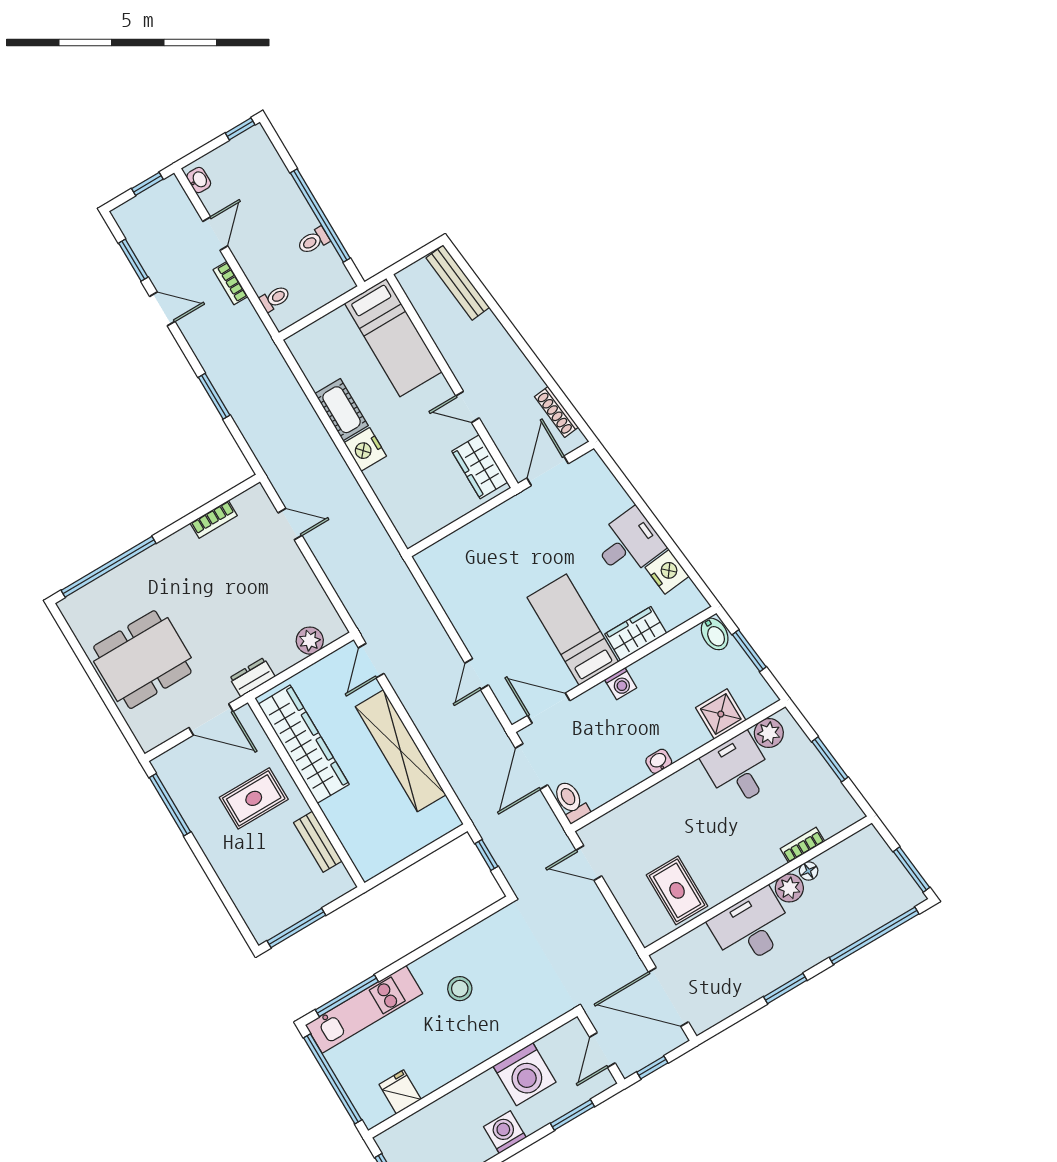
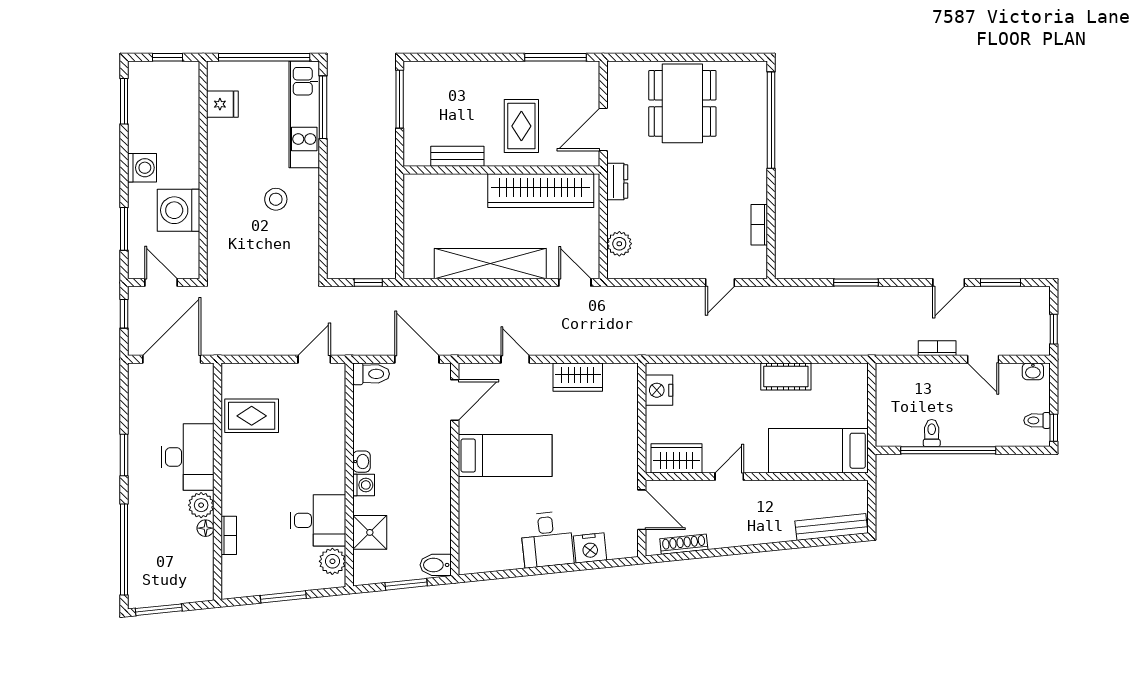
toilet: (275, 298) -> (1037, 420), moved, turned 90
nightstand: (365, 449) -> (659, 390), moved, turned -90
nightstand: (667, 572) -> (590, 548), moved
wardrobe: (636, 634) -> (578, 377), moved, turned 90
washing machine: (621, 684) -> (364, 485), moved, turned 180

